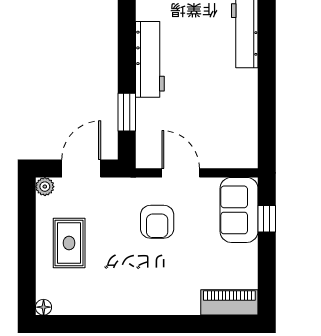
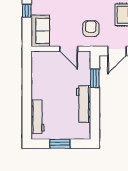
window: (267, 219) -> (27, 11), moved
armchair: (157, 222) -> (91, 29), moved

